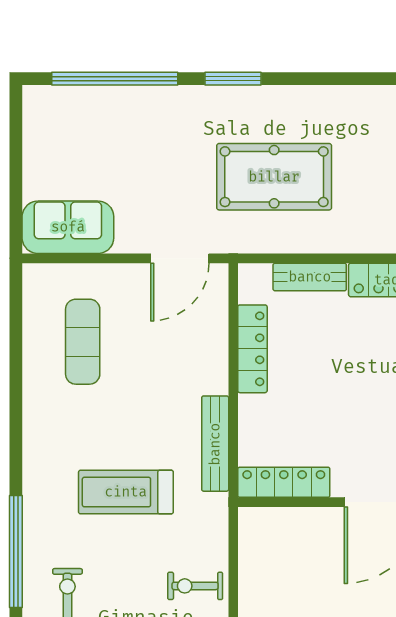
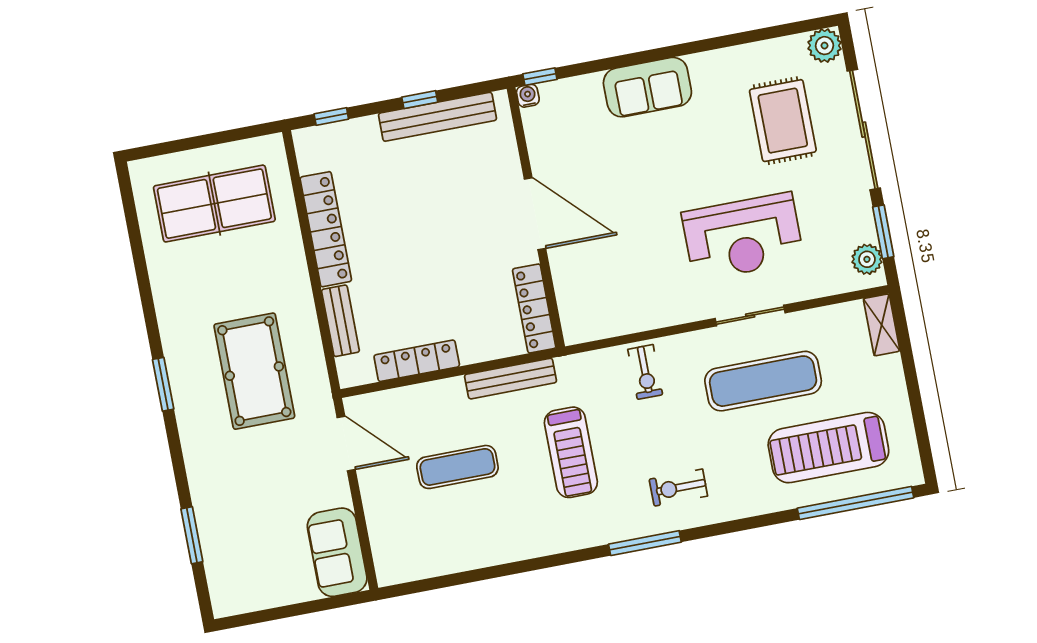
window: (115, 79) -> (192, 535), width x0.47
window: (233, 79) -> (163, 384), moved
exercise mat: (83, 342) -> (457, 467), moved
window: (16, 551) -> (645, 543), width x0.68

